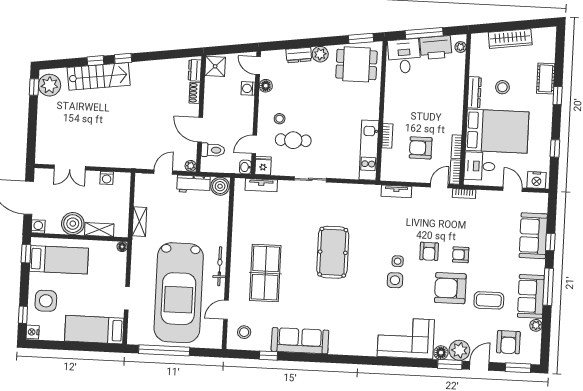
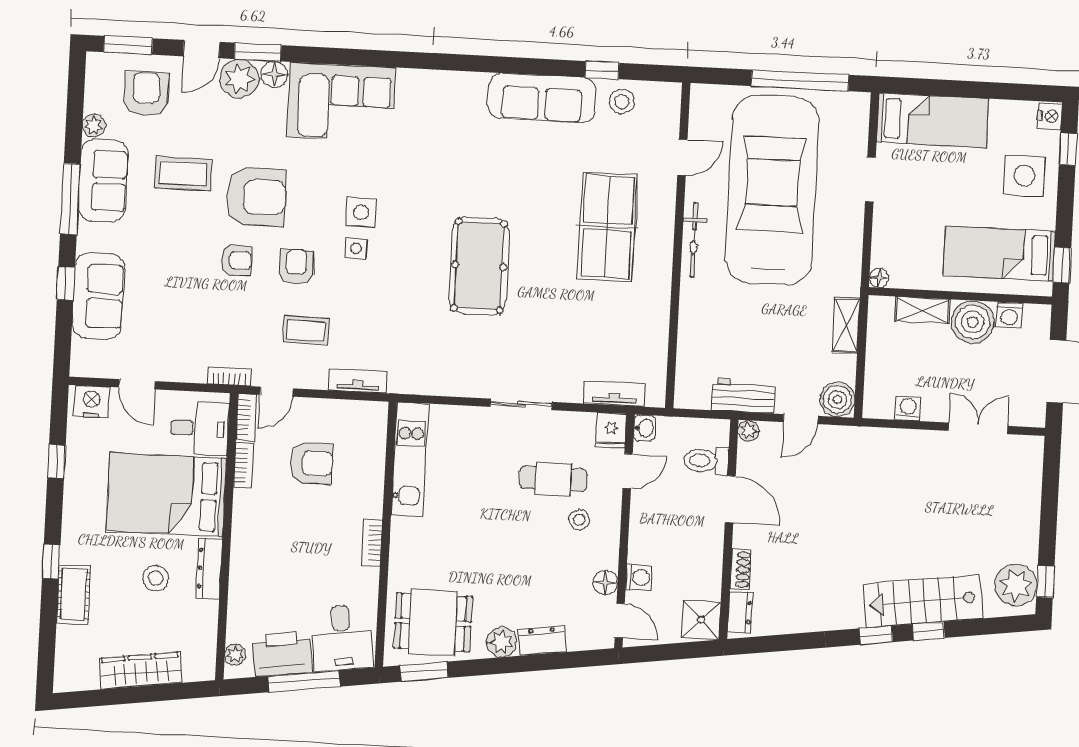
bookcase: (387, 136) -> (372, 542), moved
boiler: (220, 186) -> (837, 399), moved
coffee table: (424, 218) -> (306, 330), added
washing machine: (38, 226) -> (1009, 315), moved
stool: (244, 332) -> (622, 102), moved

